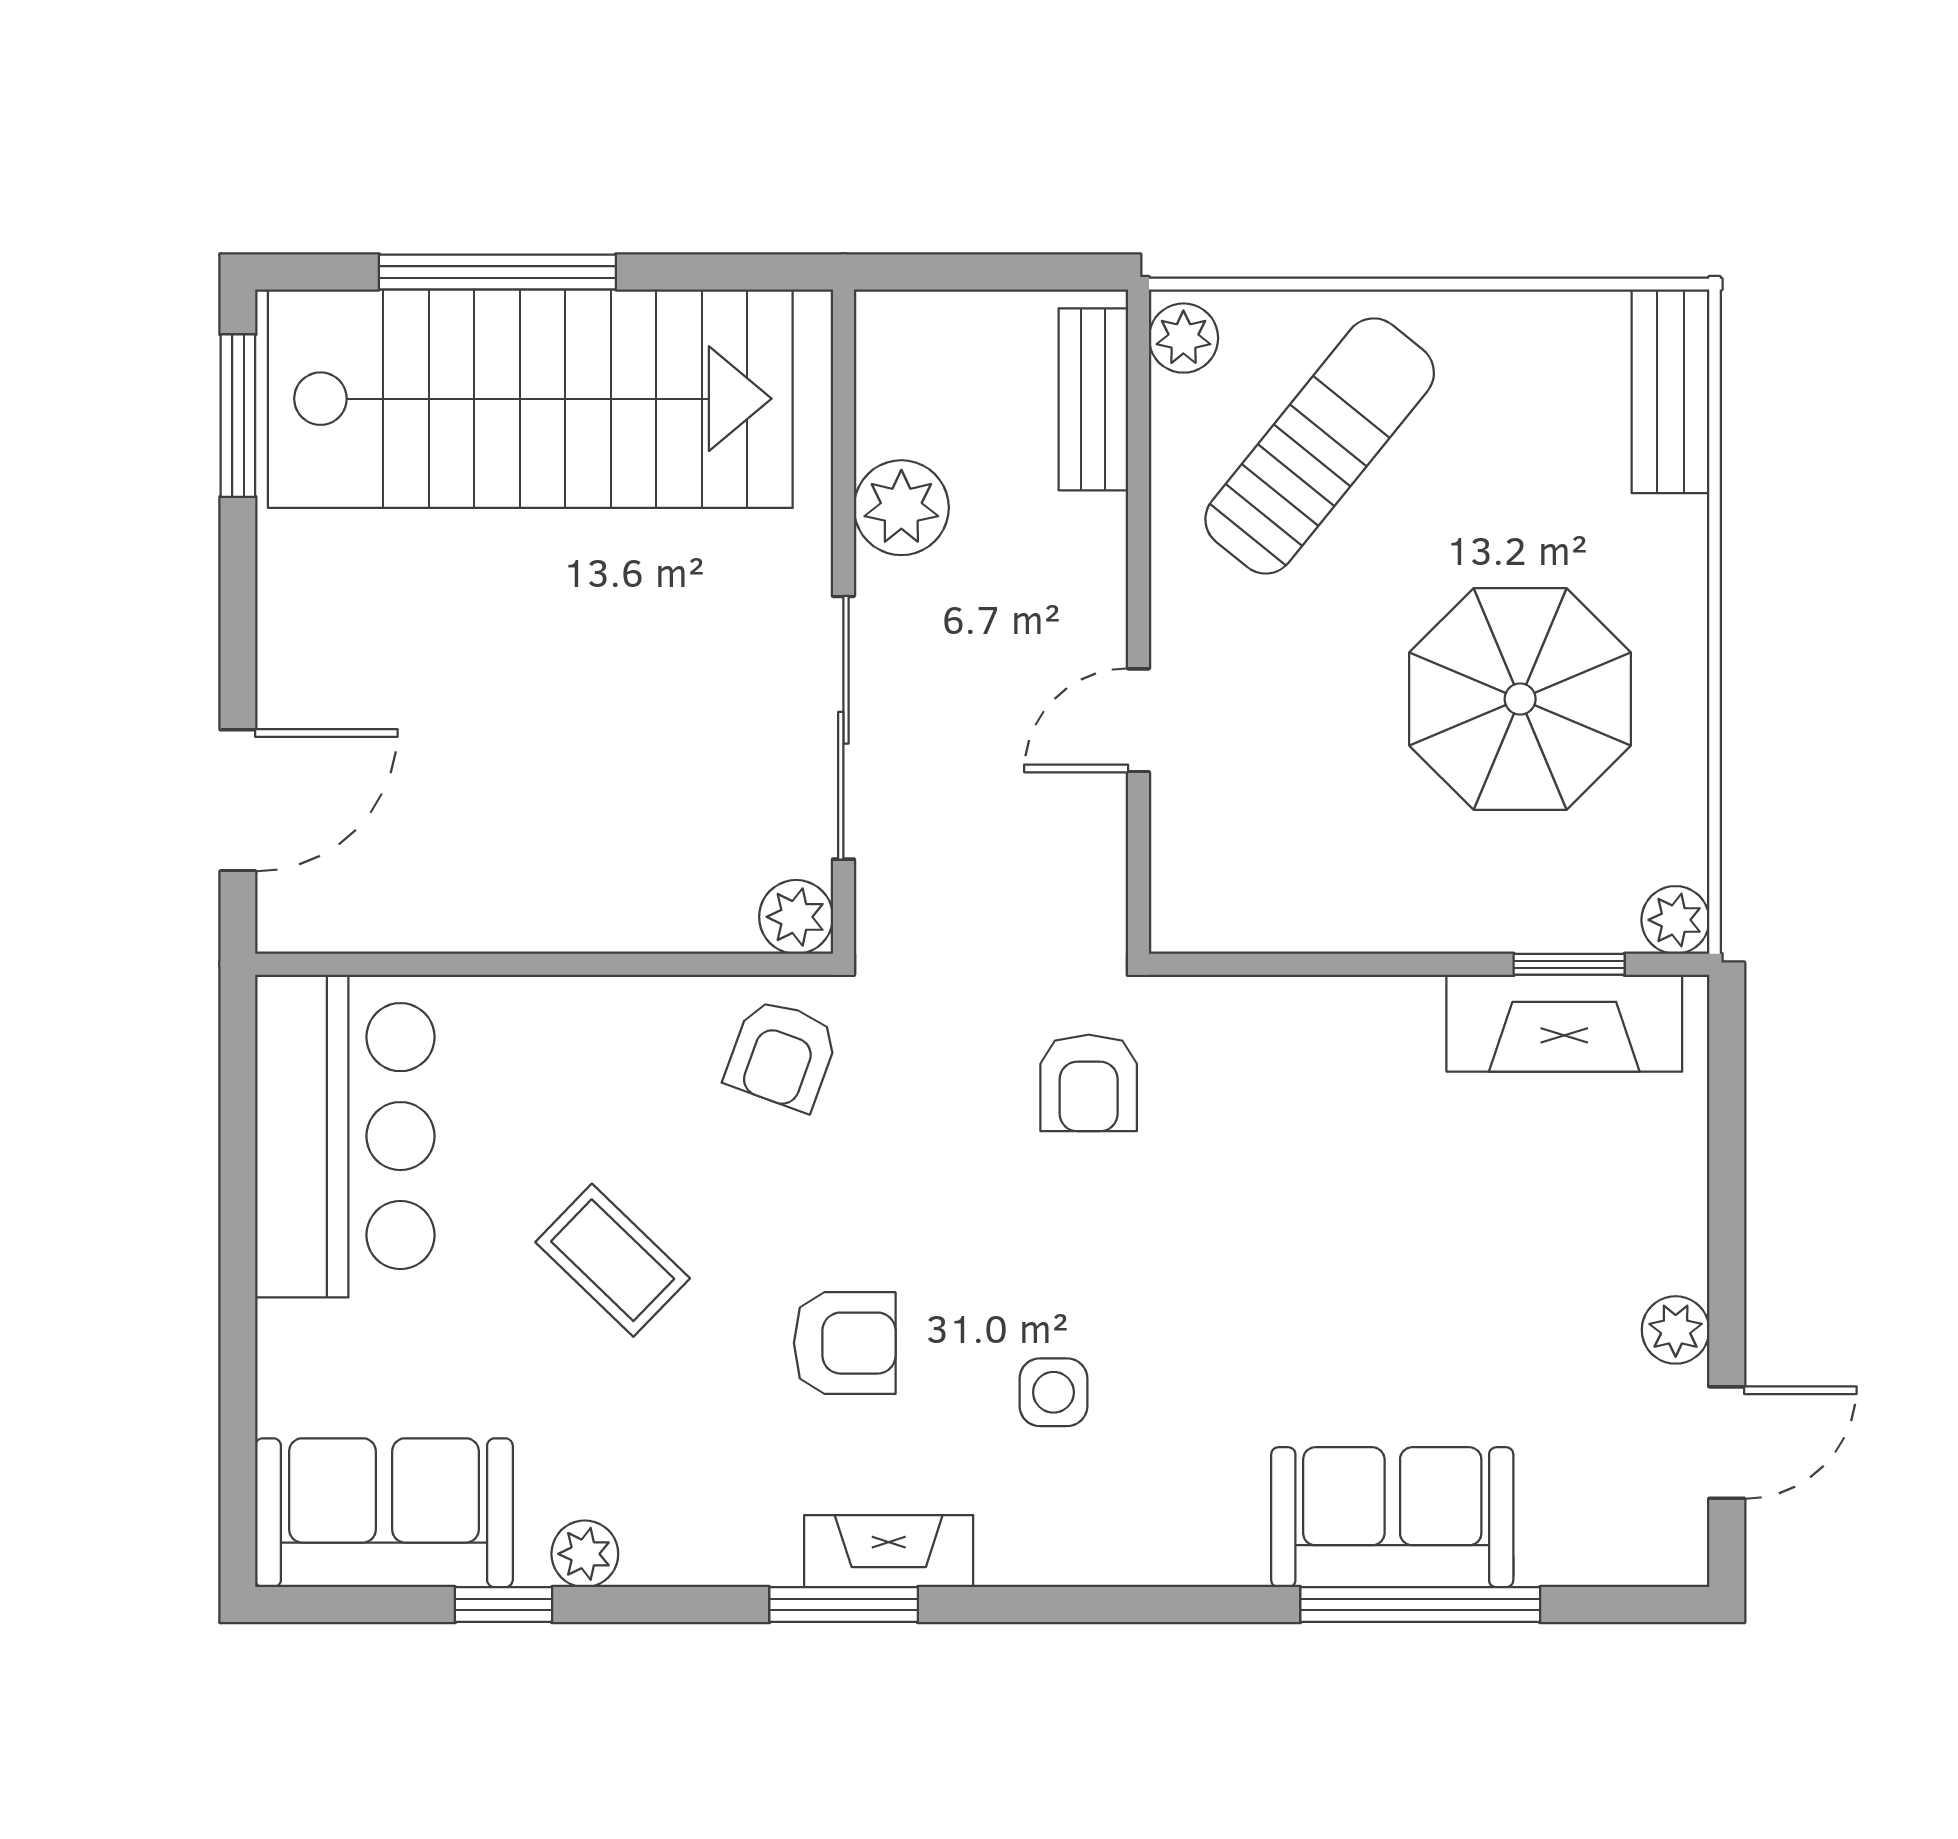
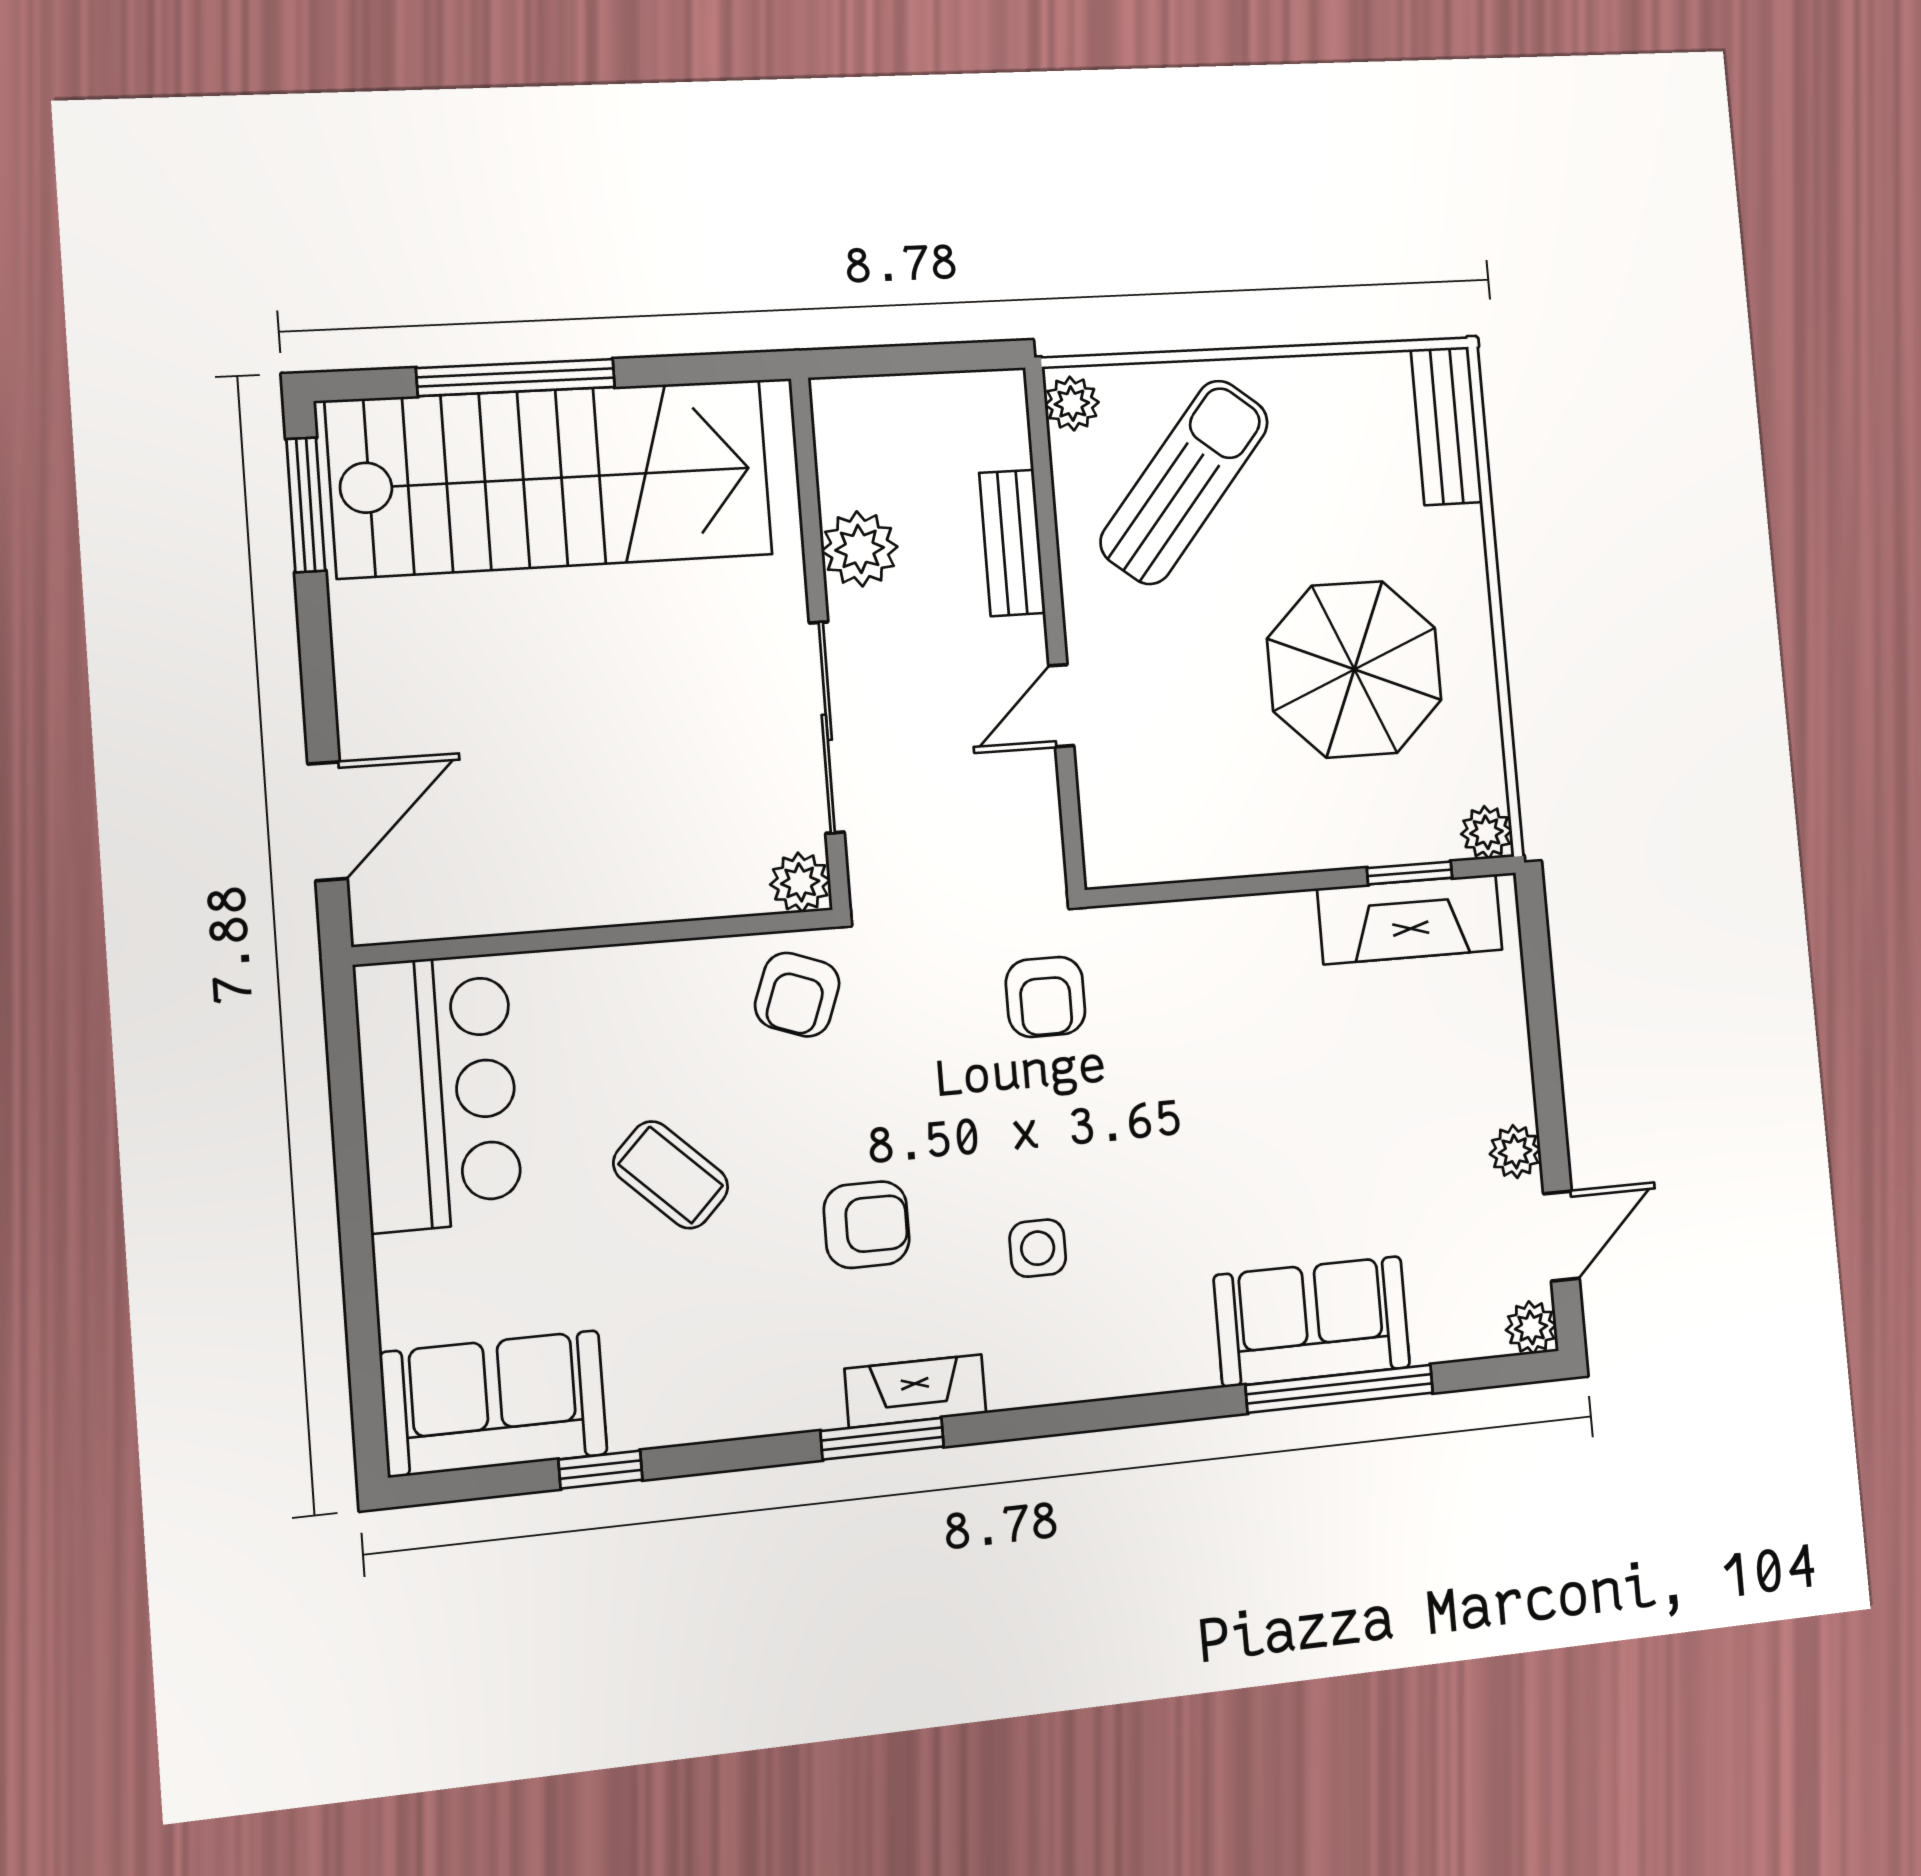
bench: (1093, 399) -> (1012, 543), moved
plant: (585, 1554) -> (1531, 1327), moved

